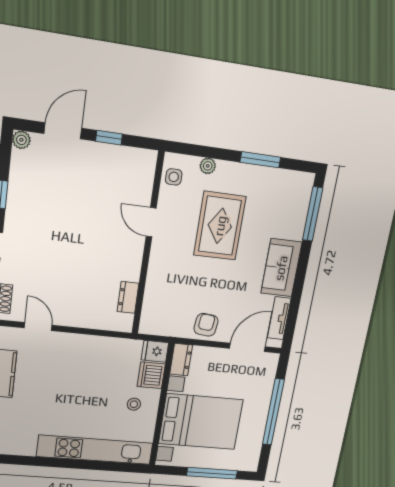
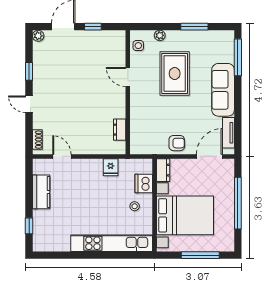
sofa: (281, 268) -> (223, 90), width x1.36
armchair: (206, 325) -> (177, 143), turned 84
fridge: (155, 351) -> (111, 167), moved, turned -90

